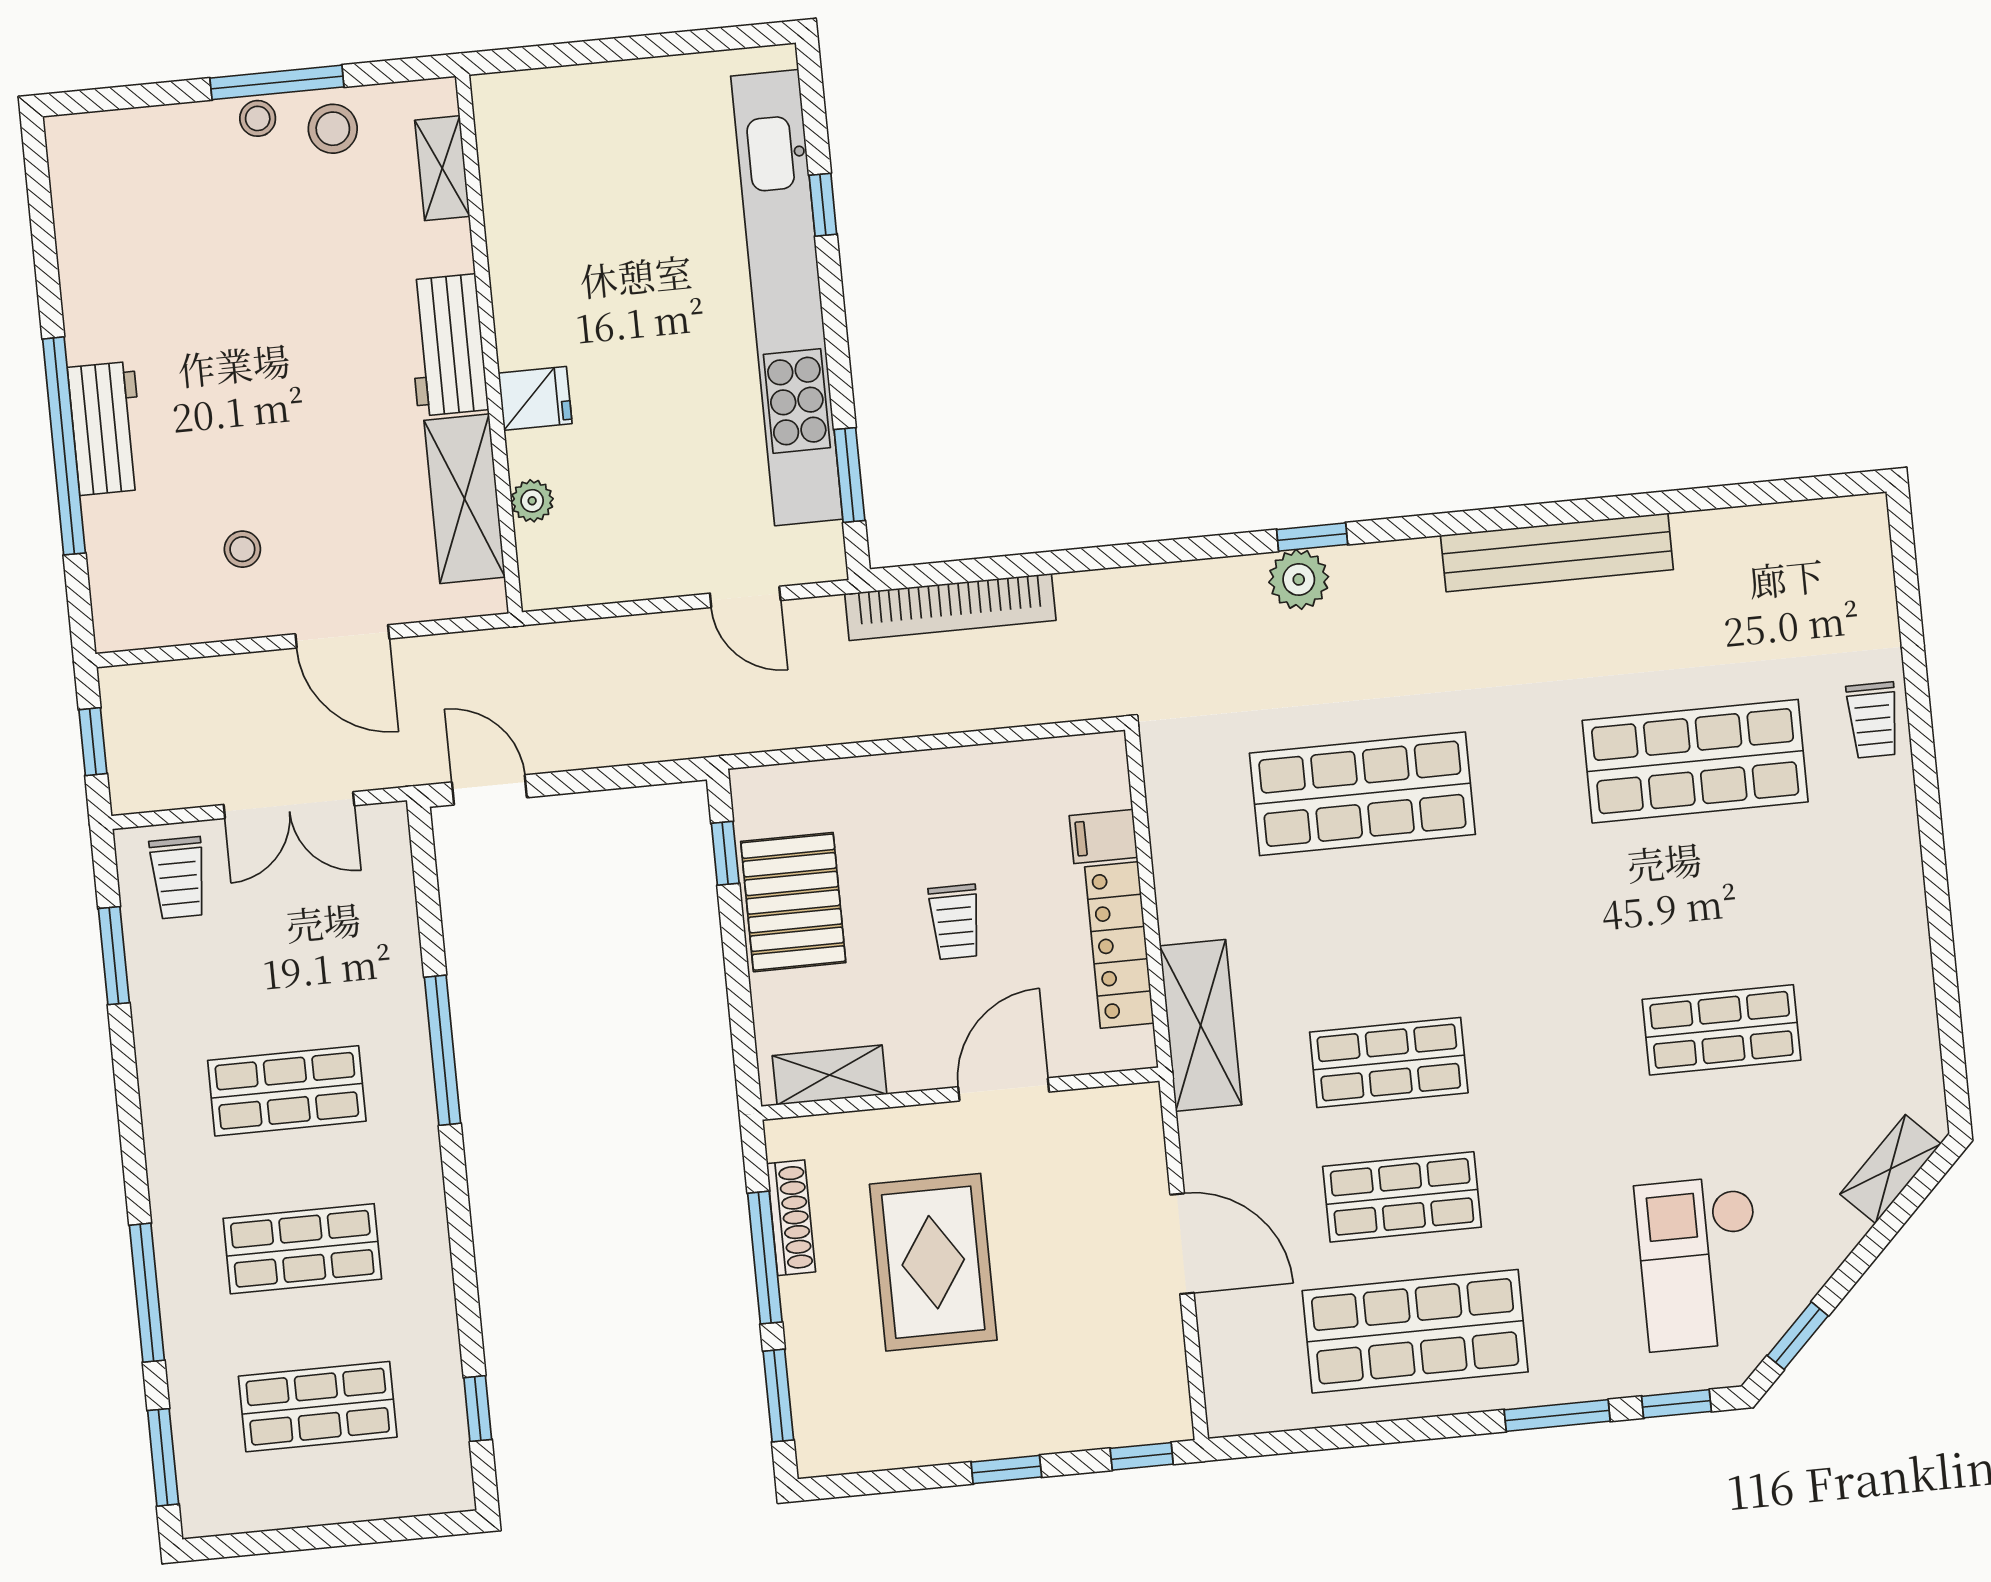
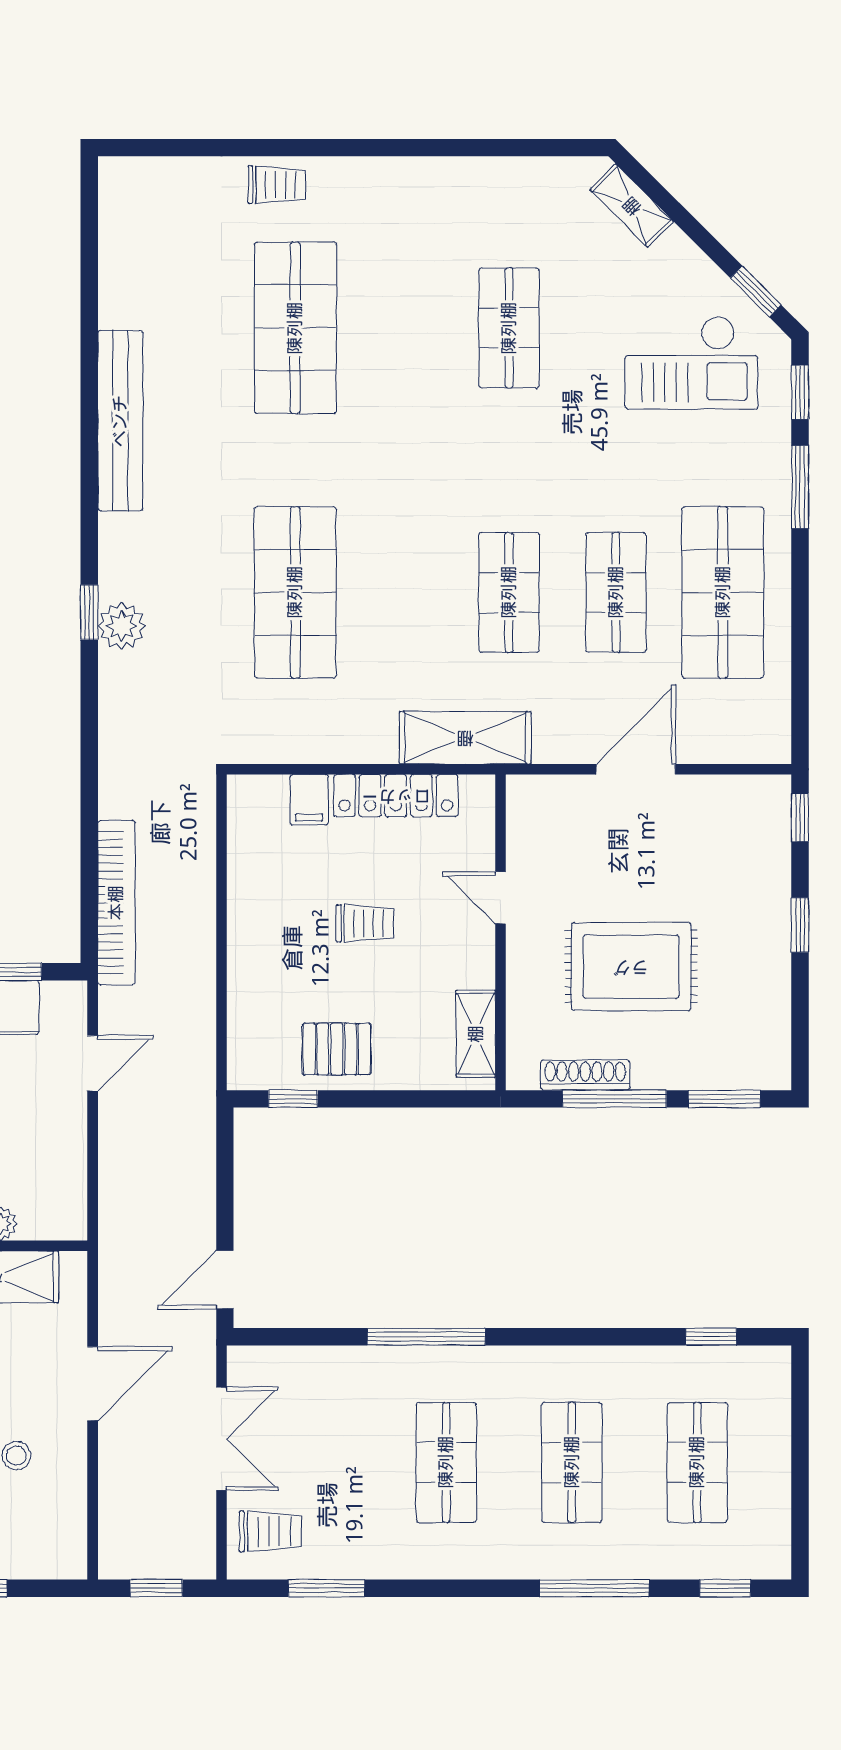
pallet: (793, 902) -> (337, 1049), width x0.67, depth x0.71
door: (1004, 1089) -> (500, 898), width x0.73
window: (163, 1457) -> (725, 1588), width x0.67

